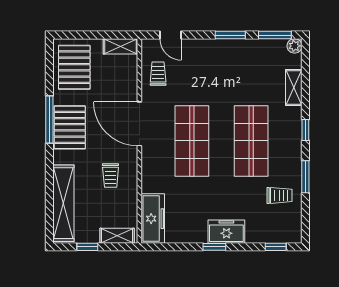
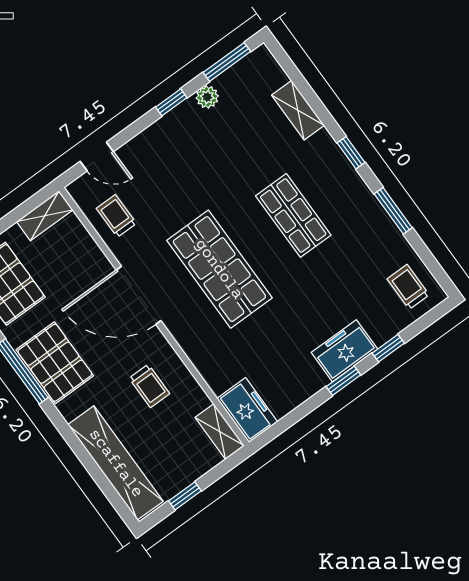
window: (230, 35) -> (171, 102), width x0.67
plant: (295, 46) -> (207, 97), moved
shop shelf: (251, 141) -> (293, 215), width x0.70, depth x0.74
trolley: (279, 195) -> (408, 287), moved, turned -90
freezer: (153, 219) -> (247, 410), width x0.71
shelving: (117, 236) -> (220, 432), moved, turned 90
window: (276, 247) -> (388, 348), moved

